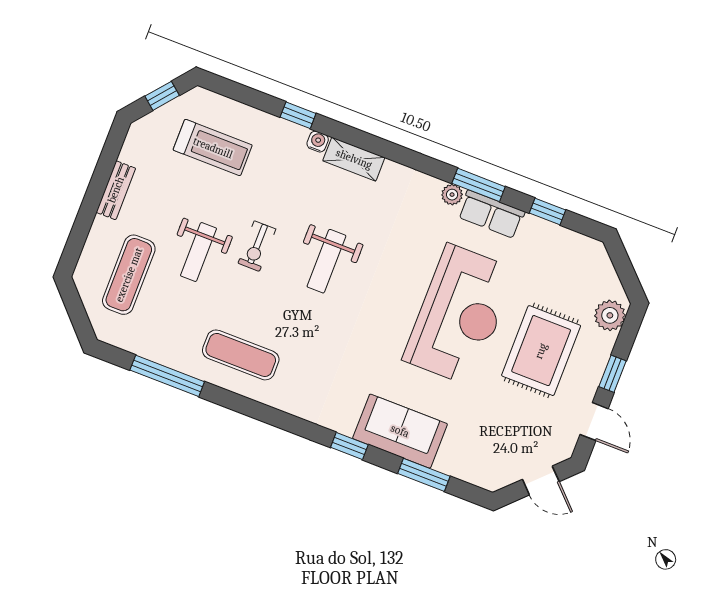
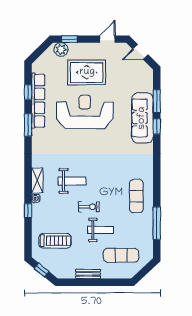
treadmill: (213, 148) -> (55, 241), turned 90
plant: (452, 195) -> (36, 134), removed
row of seats: (491, 214) -> (38, 101), width x2.02
weight bench: (326, 261) -> (72, 181), moved
window: (613, 374) -> (69, 39), moved
sofa: (400, 431) -> (142, 118), width x1.36
window: (349, 446) -> (157, 126), moved
door: (541, 480) -> (140, 52), swing flipped

